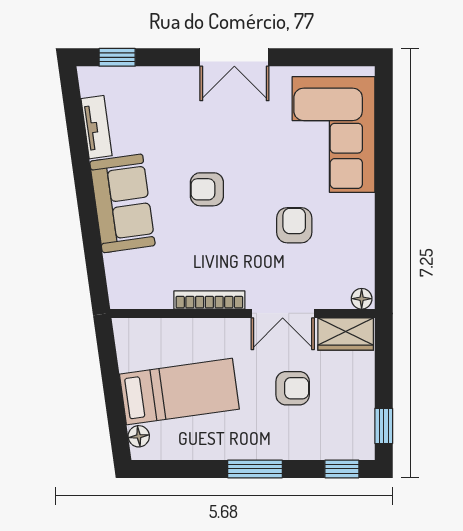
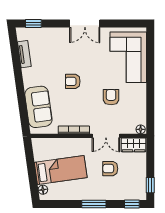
sofa: (122, 203) -> (38, 107), moved
armchair: (293, 388) -> (110, 169), turned 180

